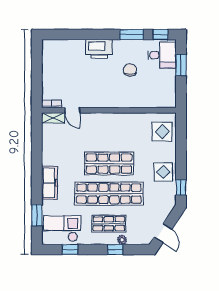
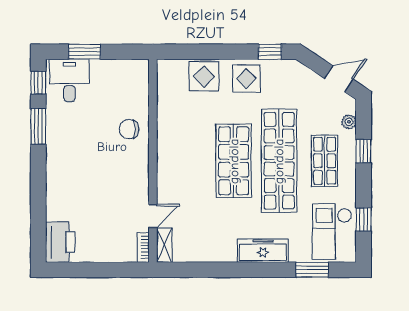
printer: (99, 49) -> (60, 242), moved
chair: (130, 70) -> (129, 129), moved
display table: (162, 132) -> (204, 76), moved
plant: (122, 240) -> (349, 122), moved

